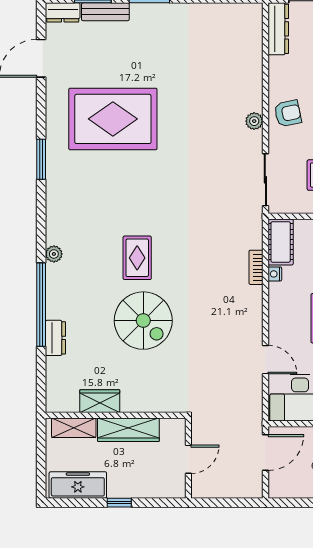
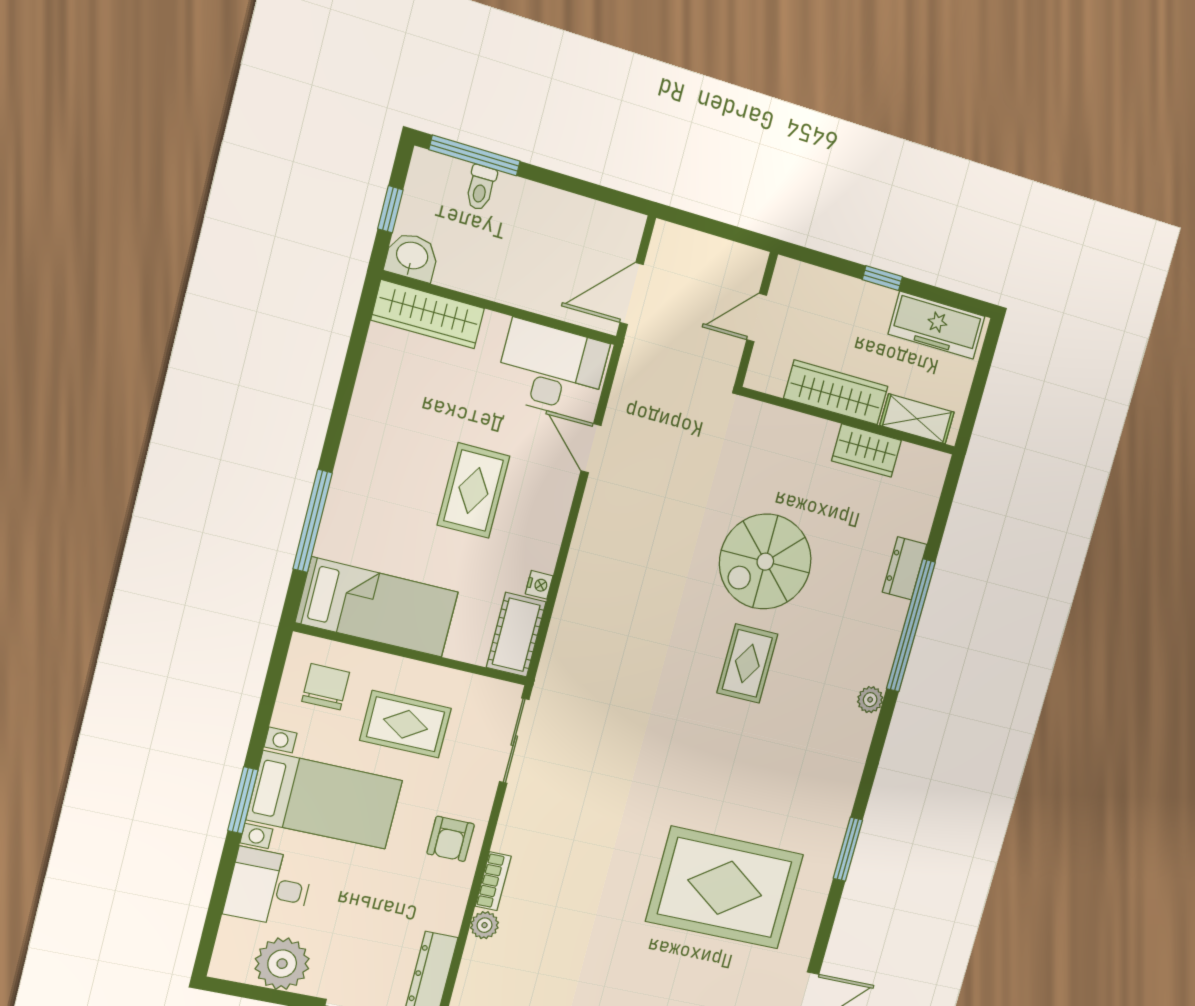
armchair: (288, 113) -> (451, 839), turned -78
plant: (254, 121) -> (485, 925), moved
bookcase: (256, 267) -> (493, 881), moved
spiral stairs: (143, 321) -> (765, 562), turned -90

